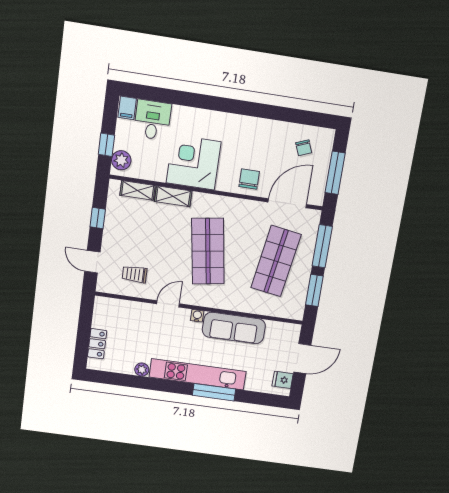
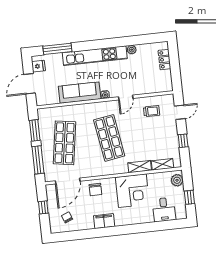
filing cabinet: (127, 108) -> (104, 221), moved, width x2.00
window: (106, 145) -> (189, 197), moved
window: (335, 173) -> (43, 207), width x0.46
door: (92, 262) -> (180, 112), hinge flipped
window: (214, 392) -> (57, 49), moved

